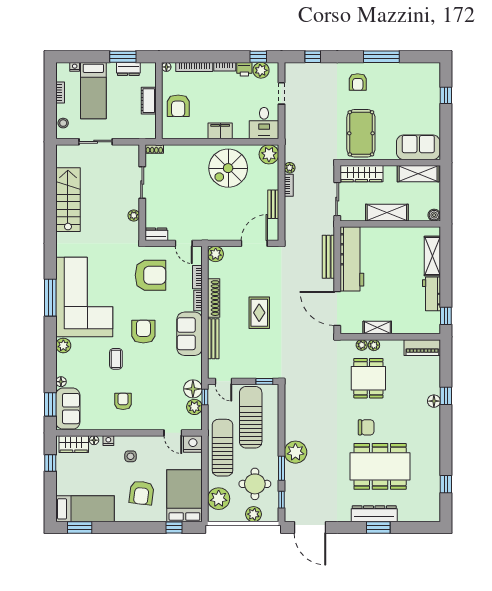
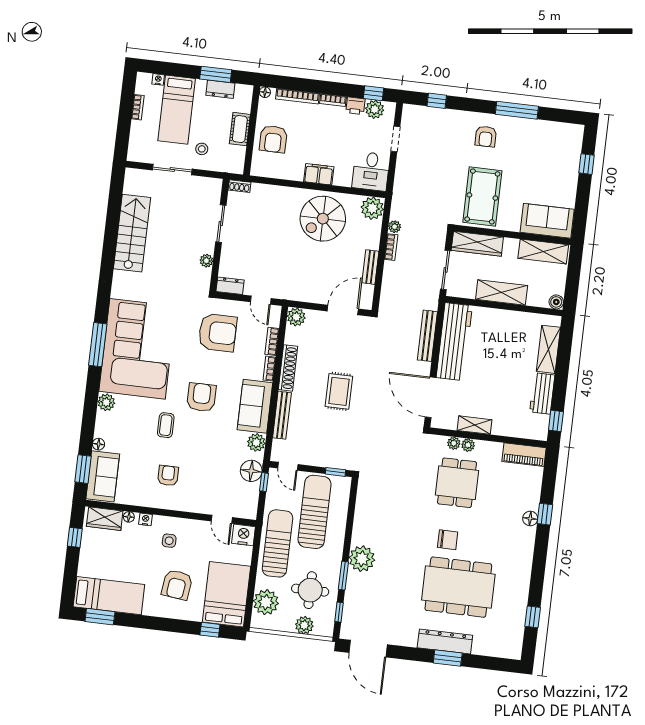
stool: (63, 123) -> (202, 149), moved
plant: (194, 407) -> (256, 442), moved

